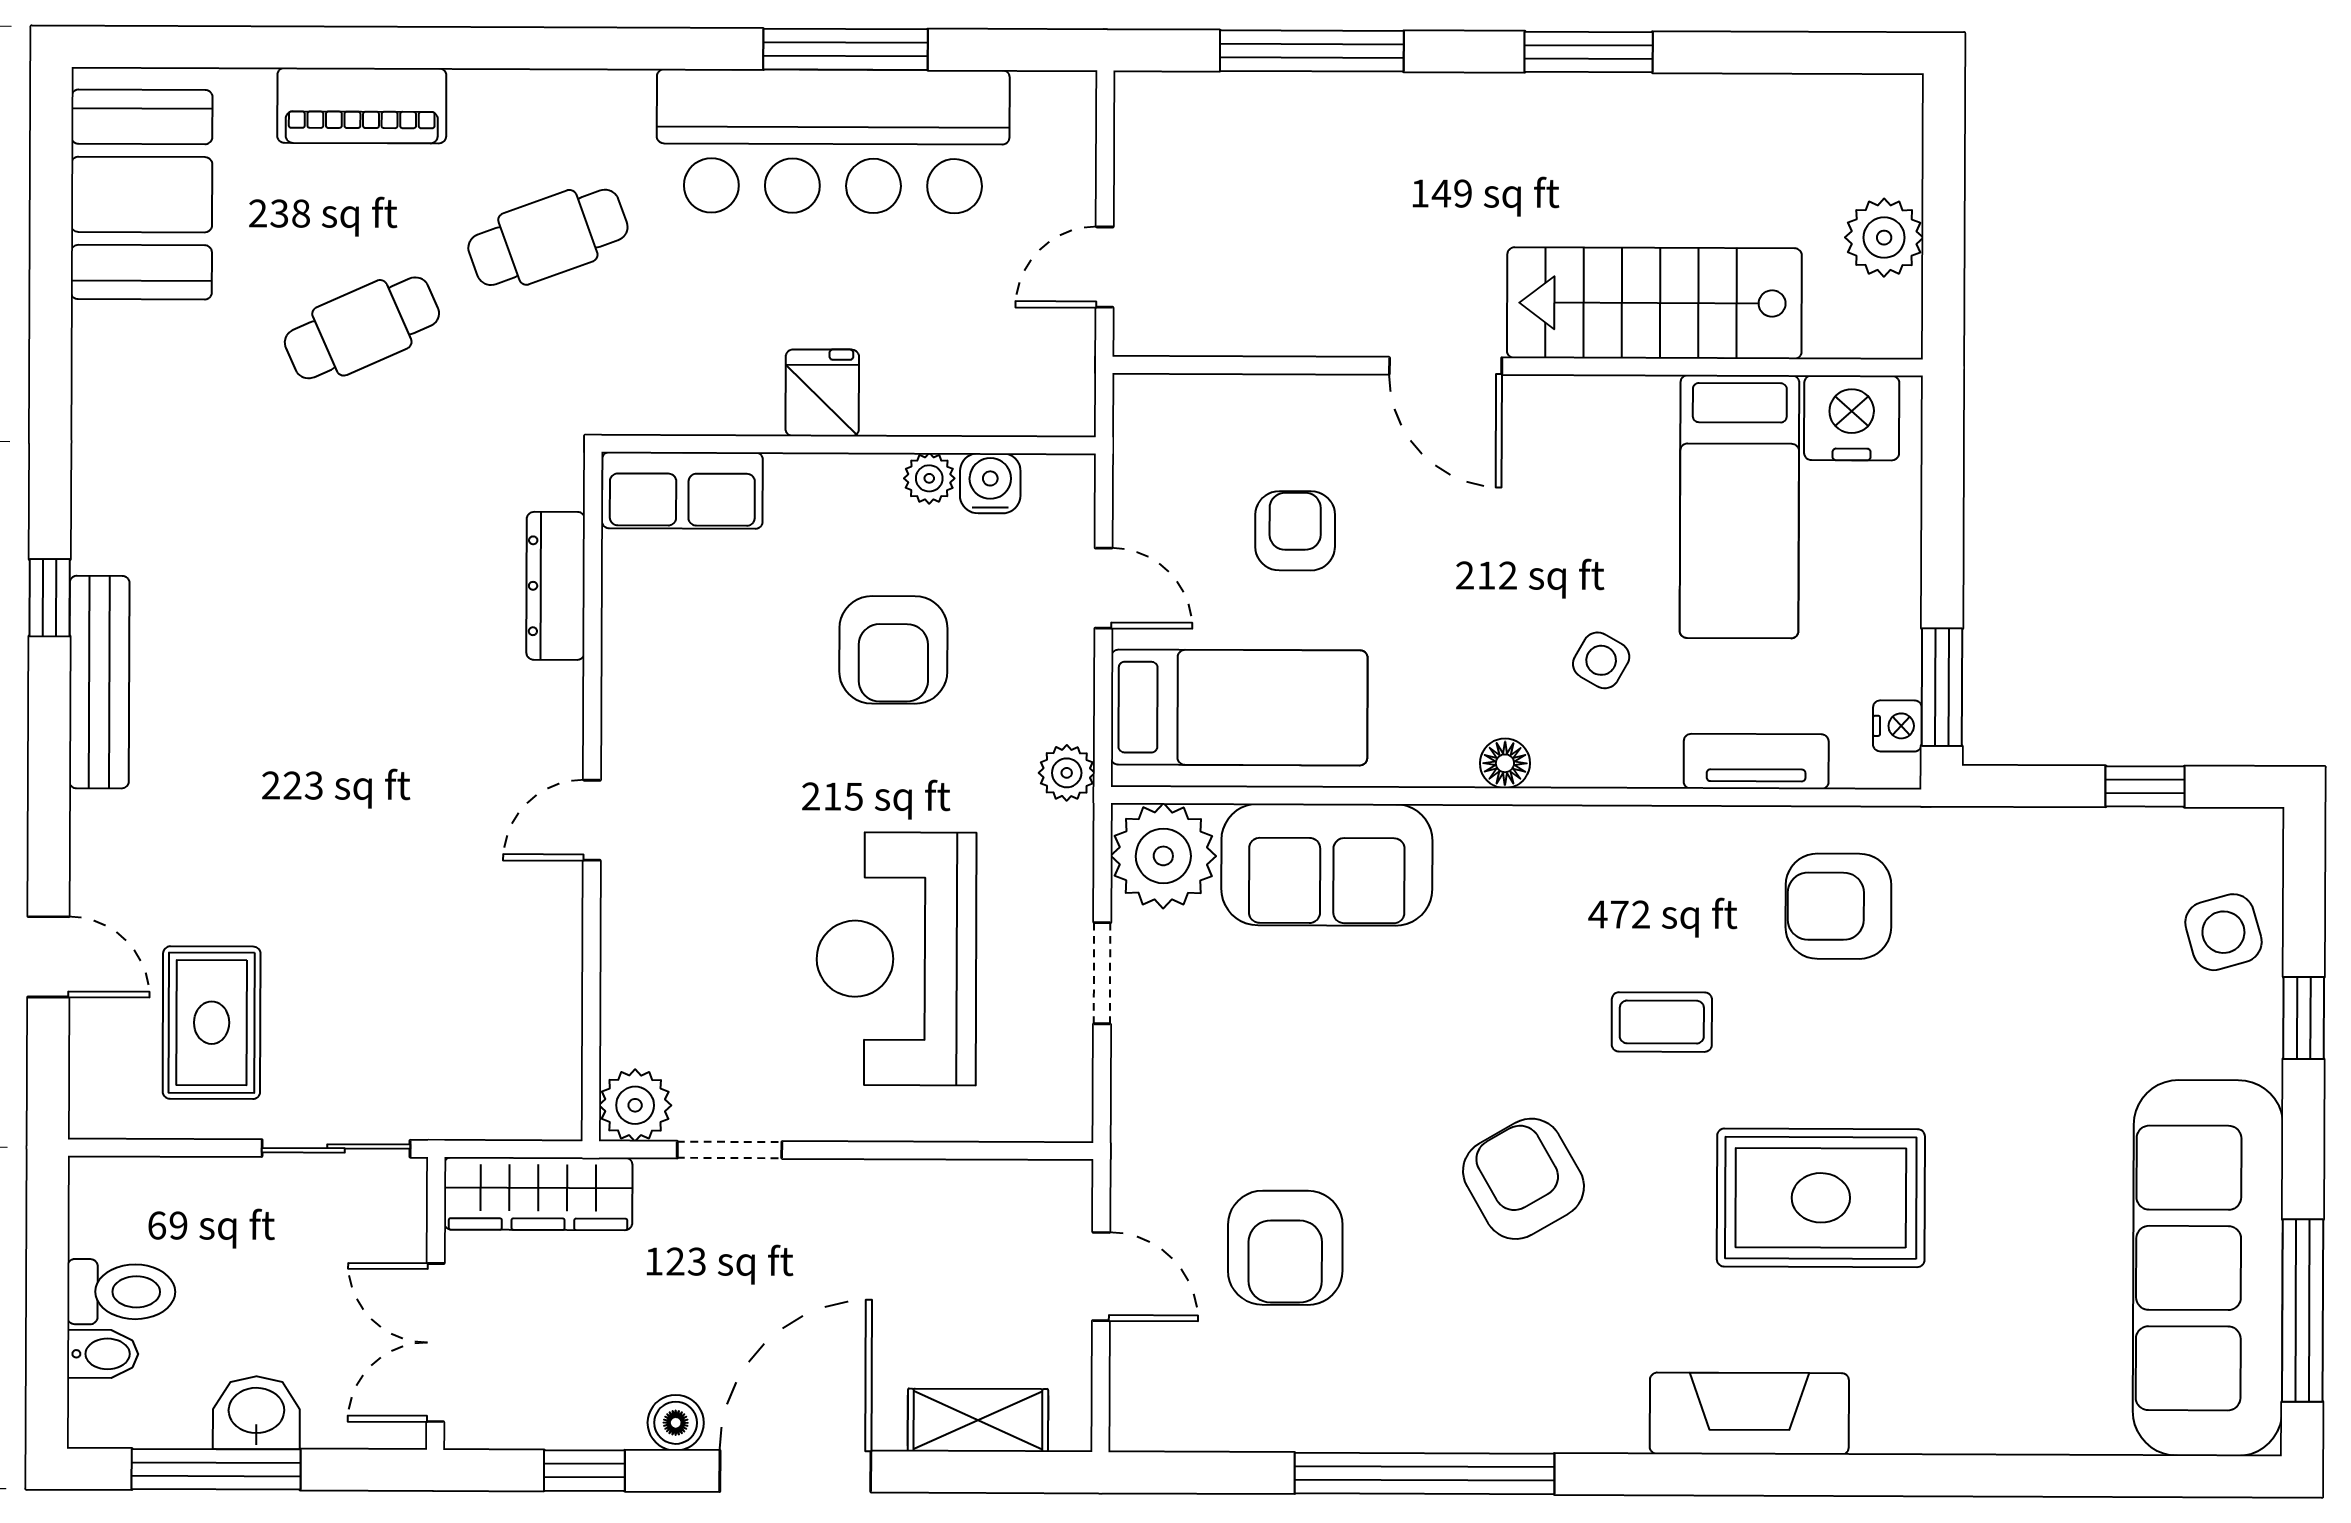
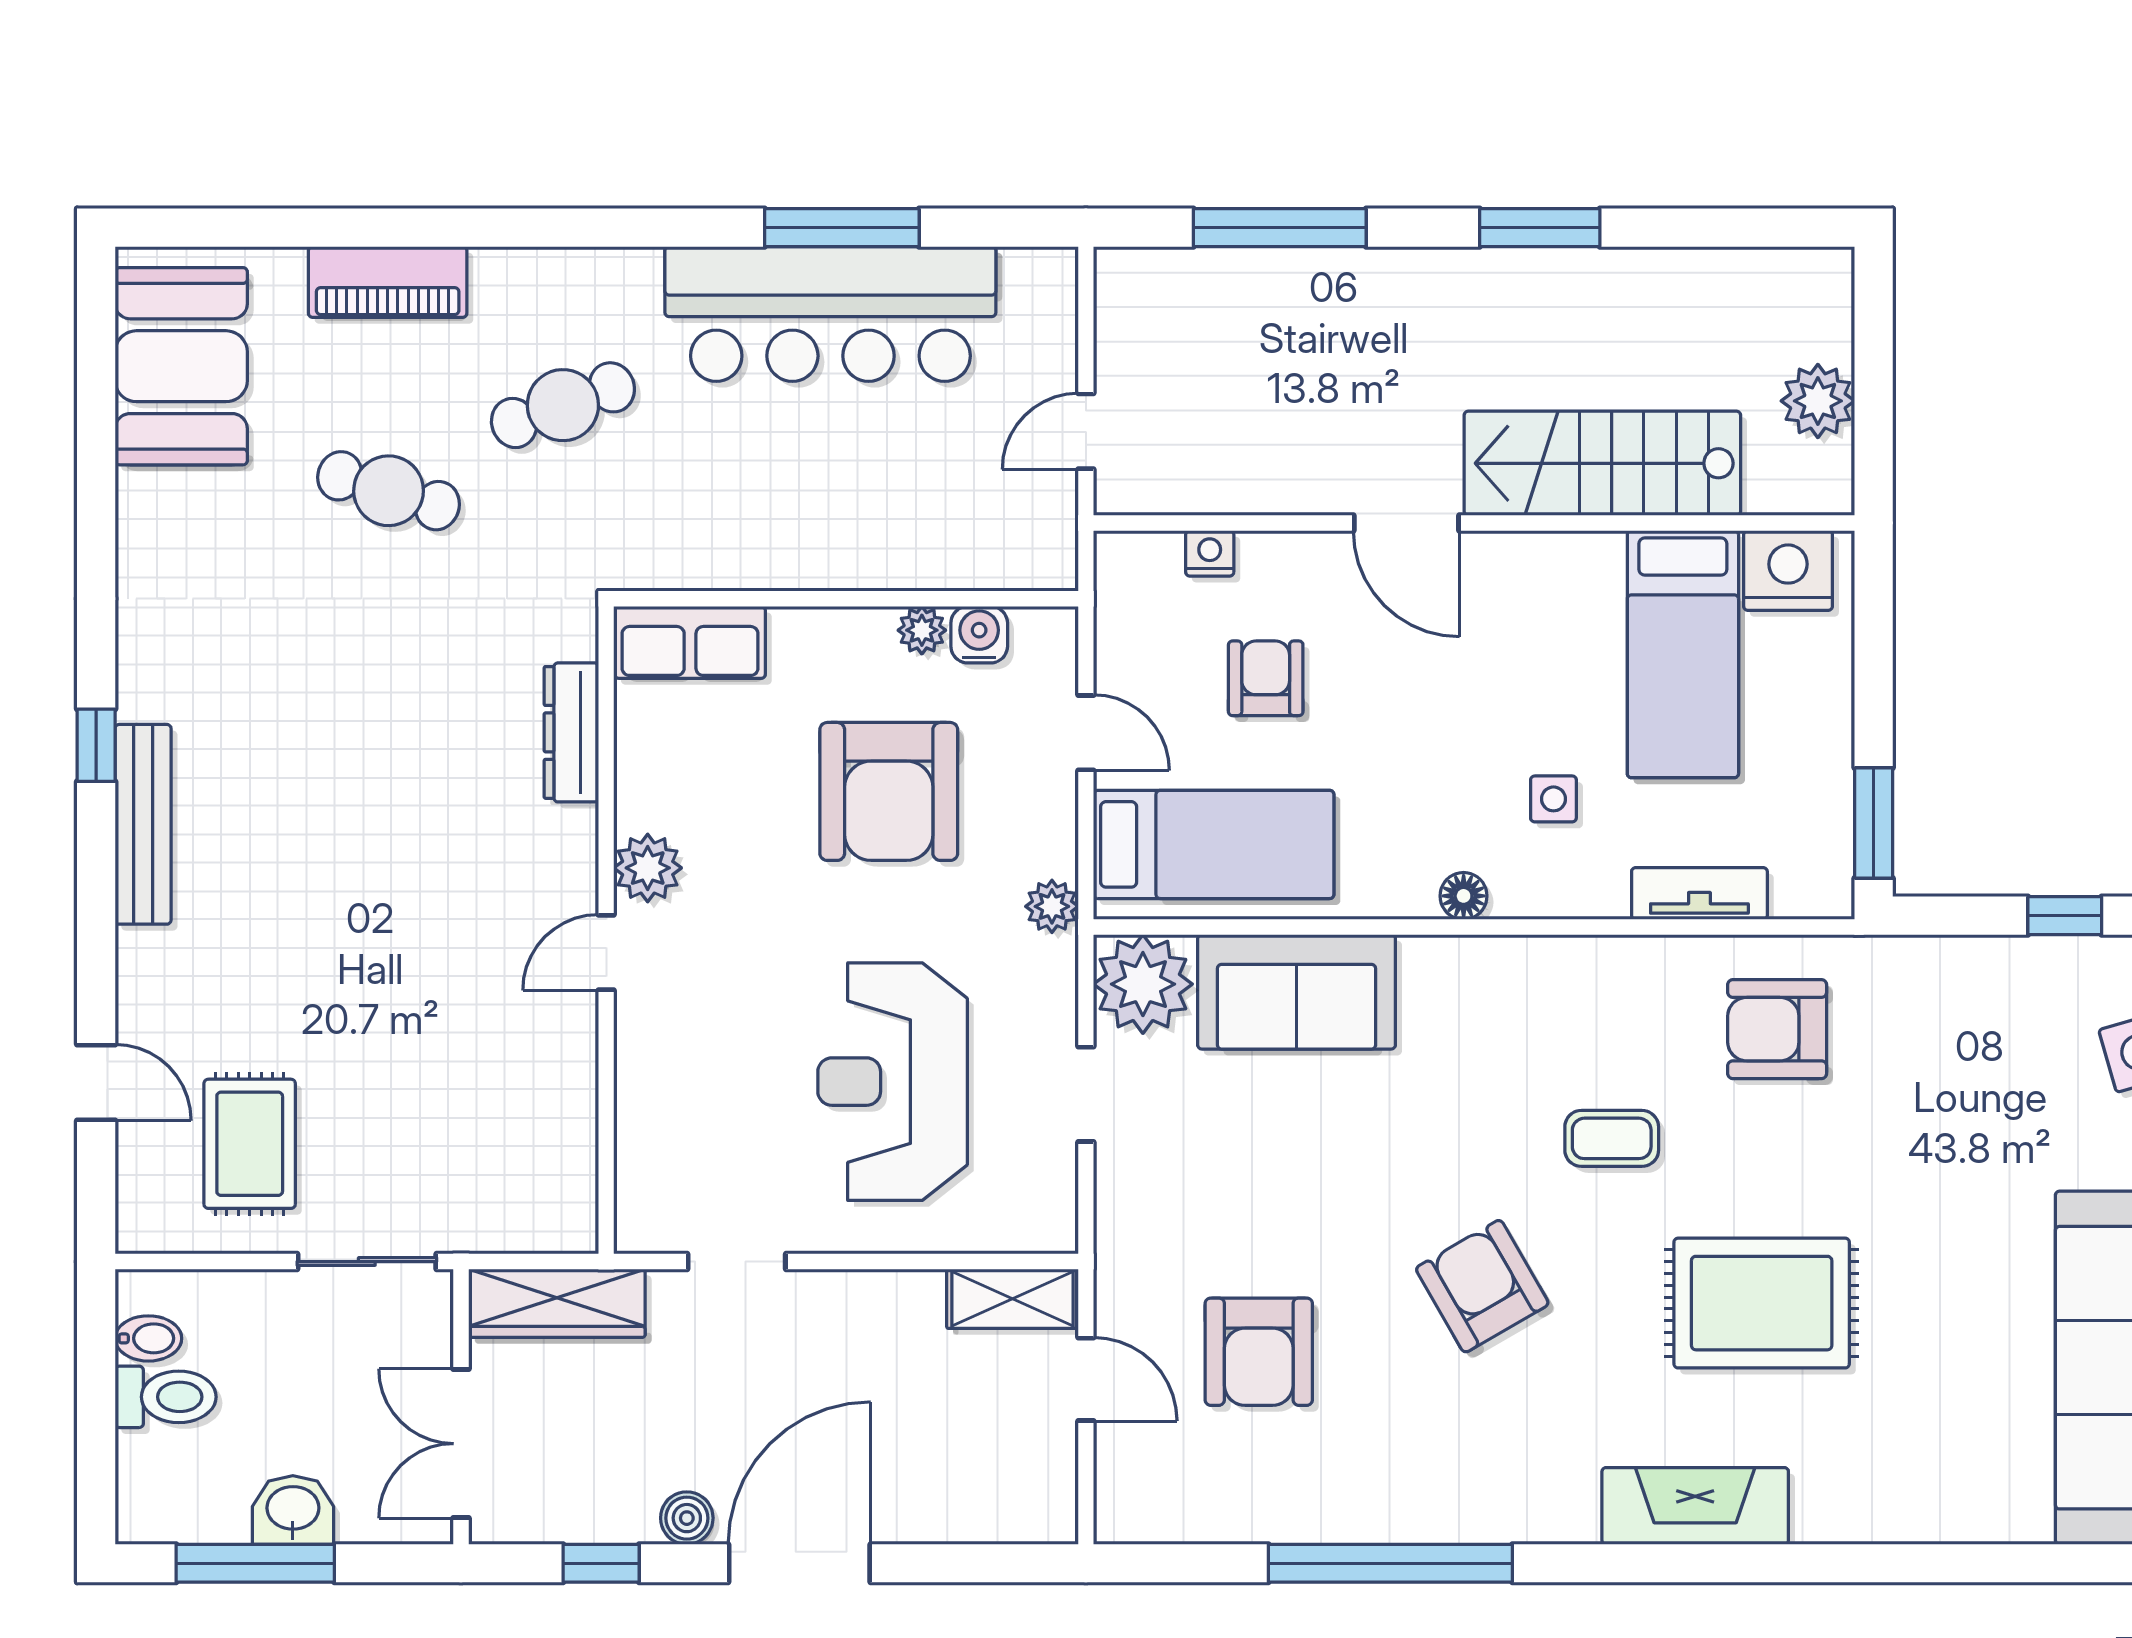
cafe table: (362, 328) -> (389, 491), turned 41
fridge: (822, 393) -> (821, 550), removed
armchair: (893, 650) -> (889, 791), width x1.36, depth x1.36
side table: (1601, 660) -> (1553, 799), turned -30
nightstand: (1897, 726) -> (1210, 553), moved, turned -90
plant: (635, 1105) -> (648, 868), moved
bidet: (103, 1354) -> (148, 1338), moved
shelving: (978, 1420) -> (1012, 1299), moved

